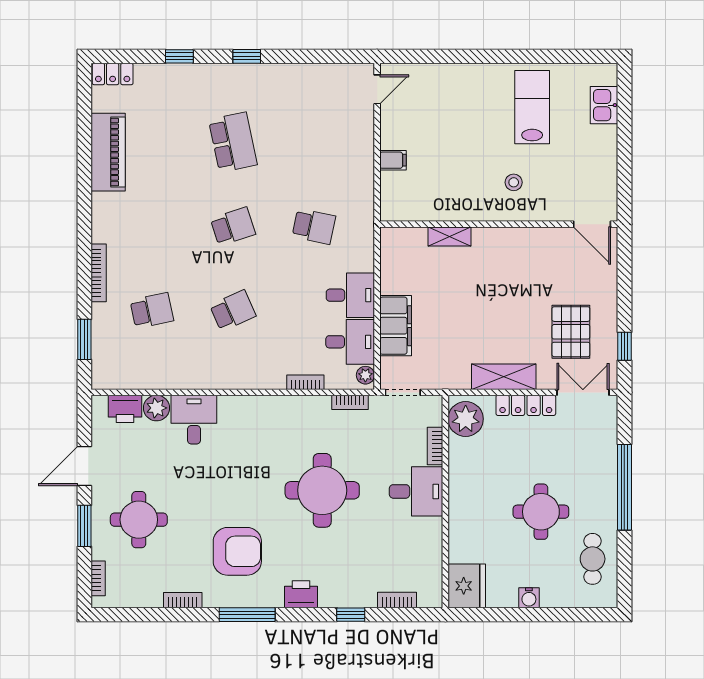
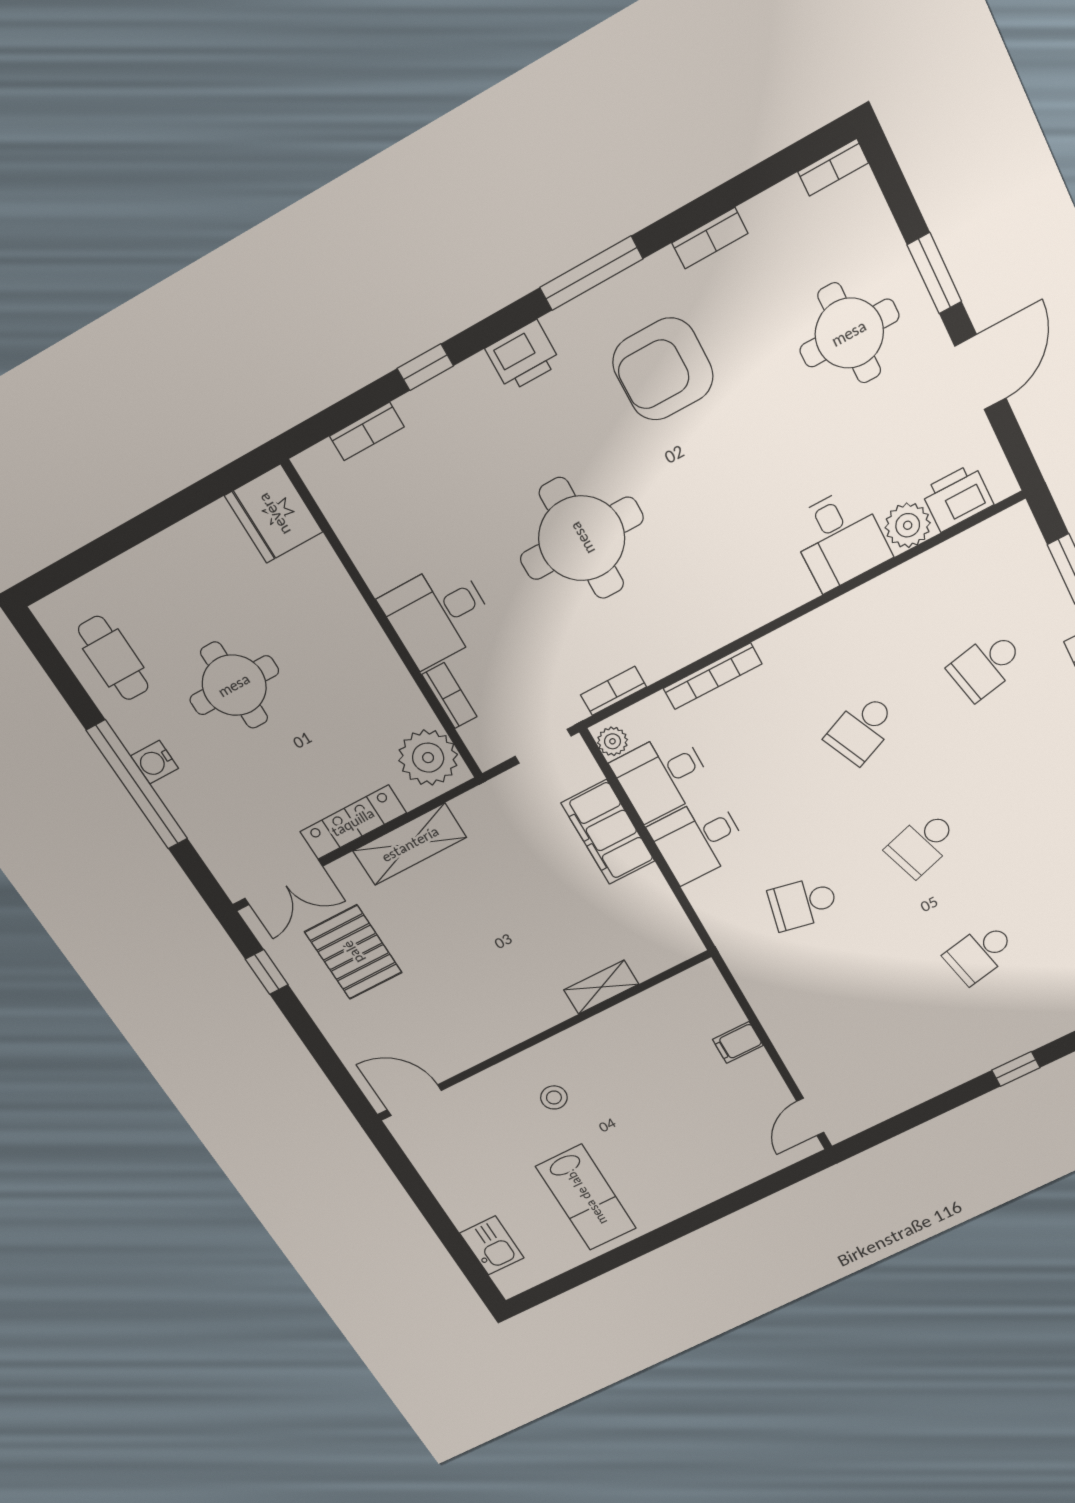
school desk: (233, 142) -> (980, 953), width x0.54
bookcase: (305, 382) -> (713, 676), width x1.56
bookcase: (98, 578) -> (833, 167), moved, turned -90
water cooler: (529, 598) -> (155, 762), moved, turned -90

